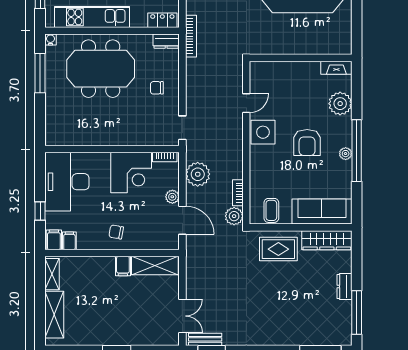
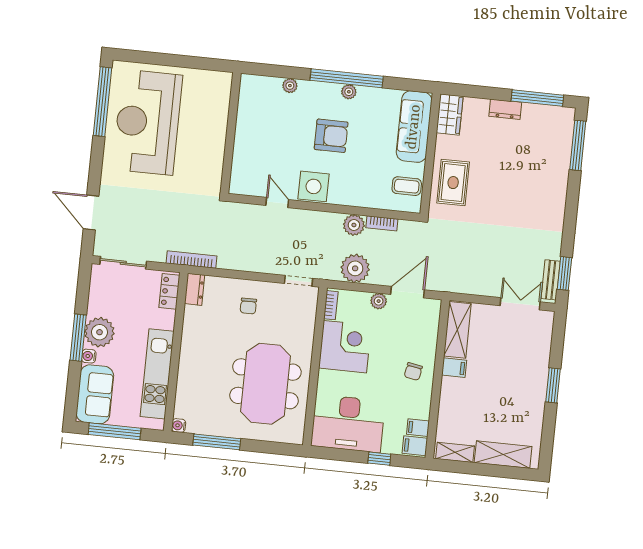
fireplace: (336, 68) -> (247, 92), removed
meeting table: (101, 69) -> (265, 384), moved
plant: (340, 104) -> (290, 86), width x0.53, depth x0.53
plant: (234, 216) -> (354, 225), moved
wardrobe: (327, 240) -> (450, 115), width x0.67

